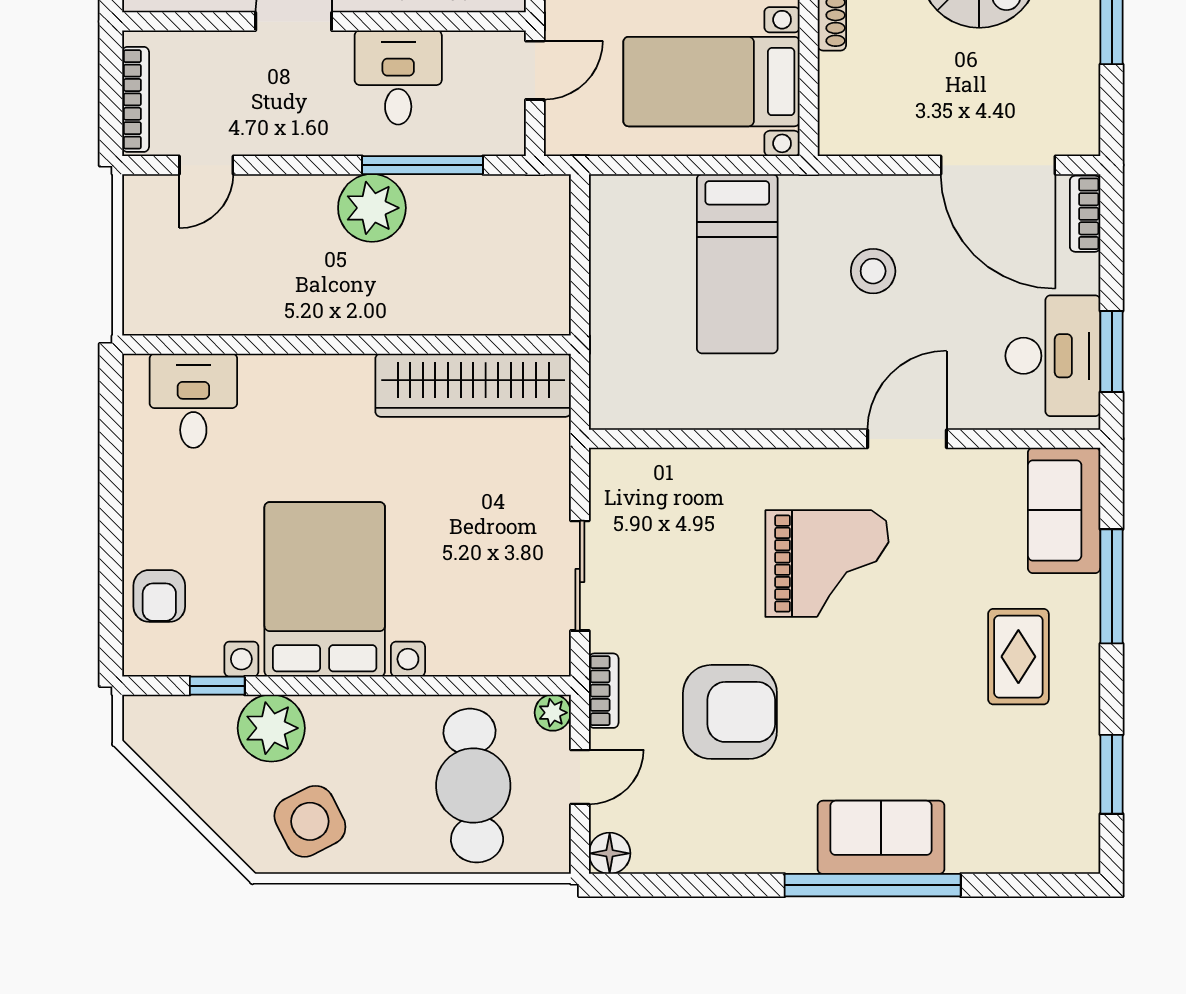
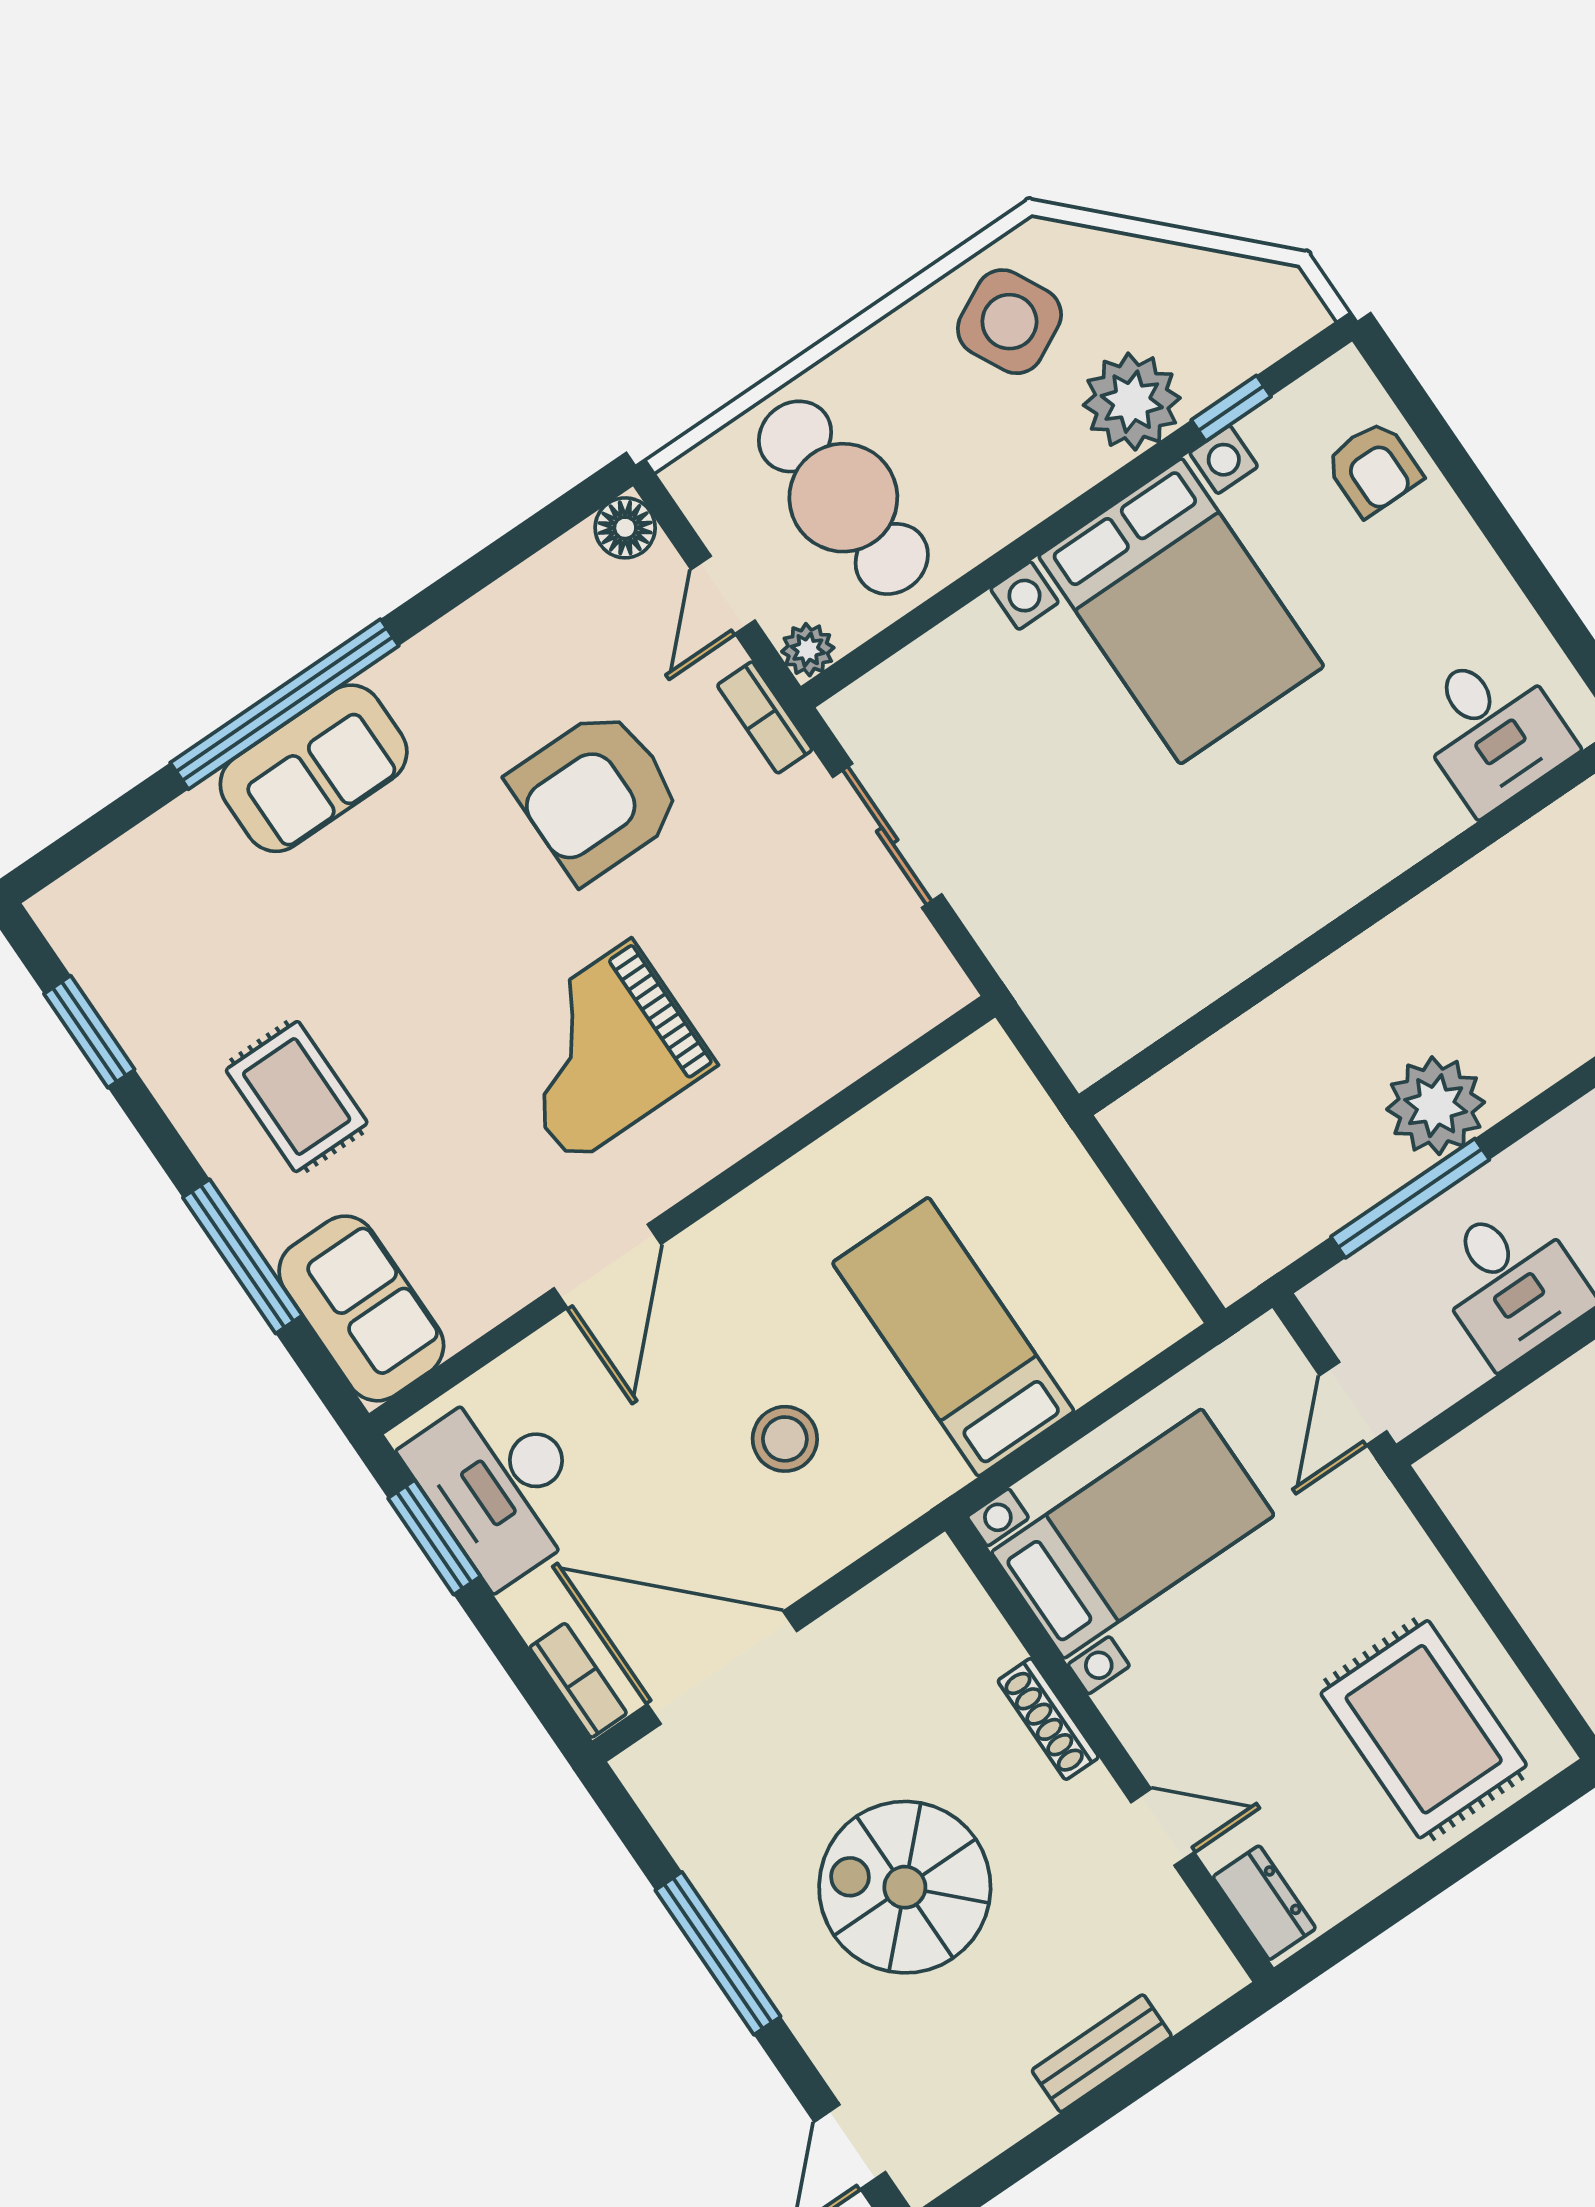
wardrobe: (473, 385) -> (1170, 976), removed
armchair: (159, 596) -> (1373, 468), turned 180

